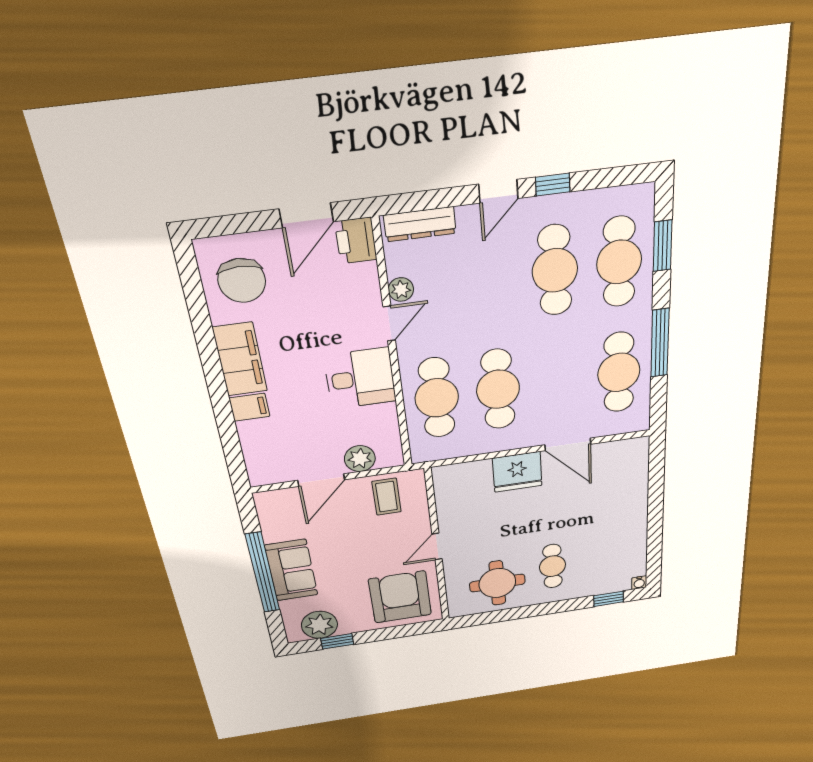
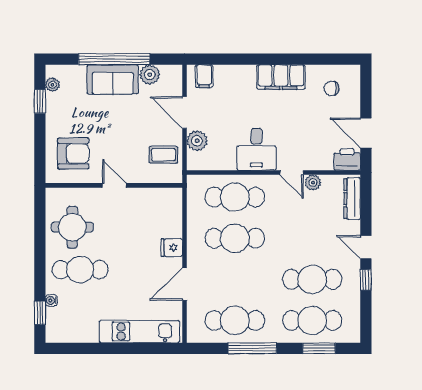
chair: (242, 281) -> (332, 88), width x0.54, depth x0.54
filing cabinet: (249, 407) -> (204, 76), moved
fridge: (517, 472) -> (172, 248), width x0.53, depth x0.75
kitchen unit: (634, 489) -> (139, 332), added
plant: (275, 530) -> (150, 75), added
cafe table: (552, 566) -> (80, 270), width x1.37, depth x1.35
water cooler: (639, 583) -> (51, 300), moved
armchair: (400, 597) -> (73, 153), width x0.73, depth x0.73
plant: (319, 625) -> (52, 85), width x0.53, depth x0.53

